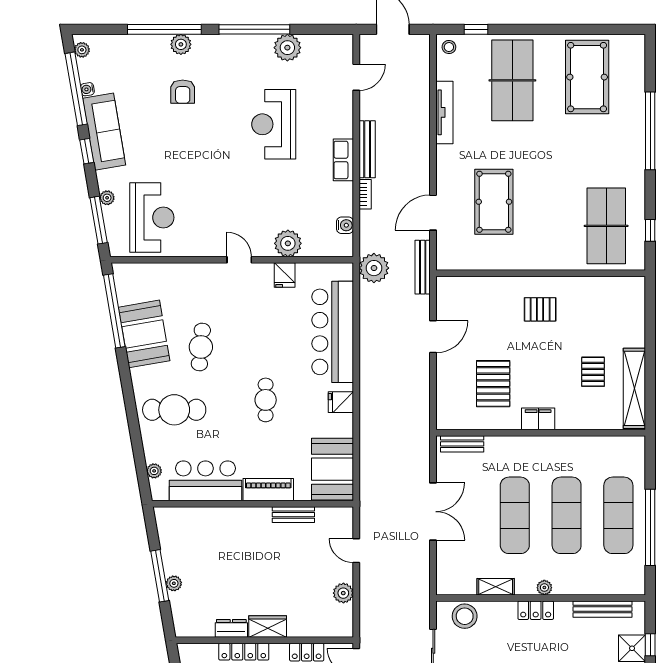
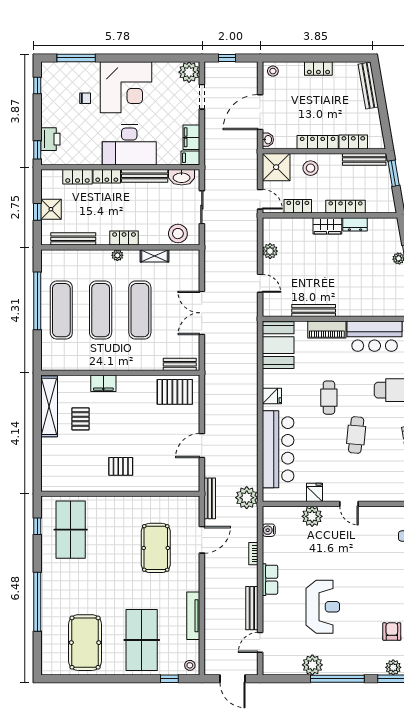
bench: (367, 149) -> (252, 608), moved
cafe table: (201, 347) -> (356, 435), moved
pallet: (493, 384) -> (175, 392), moved, turned 90
filing cabinet: (538, 419) -> (103, 383), moved
bench: (293, 515) -> (314, 311), width x1.36

